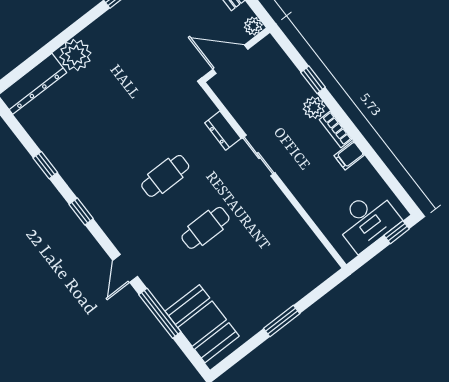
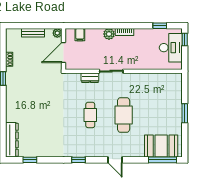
plant: (75, 55) -> (14, 114), removed
window: (313, 80) -> (160, 26), moved
filing cabinet: (349, 155) -> (80, 35), moved
window: (45, 165) -> (30, 160), moved
cafe table: (205, 228) -> (124, 115), width x1.37, depth x1.35
window: (160, 313) -> (162, 160), moved

